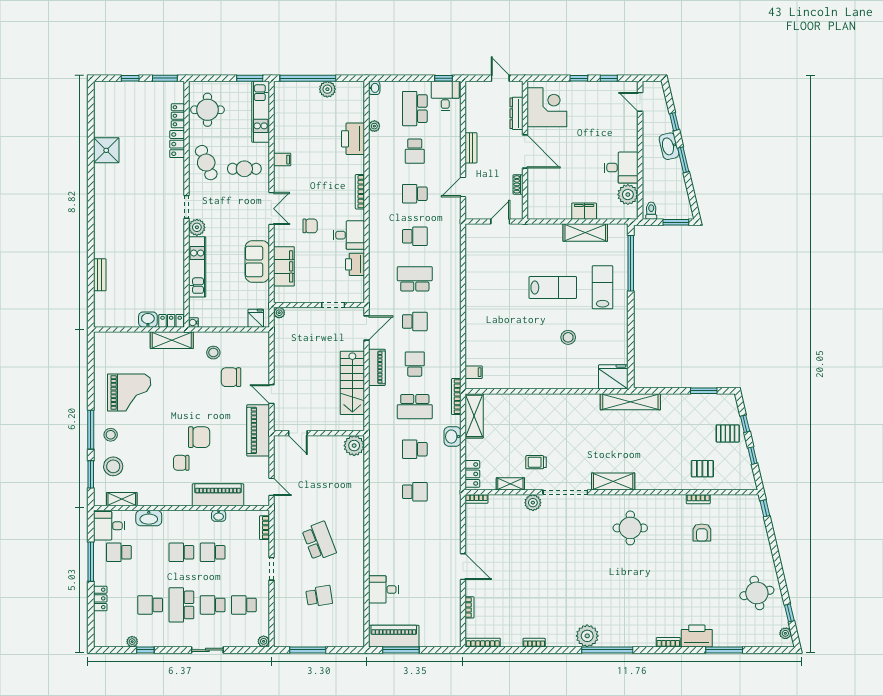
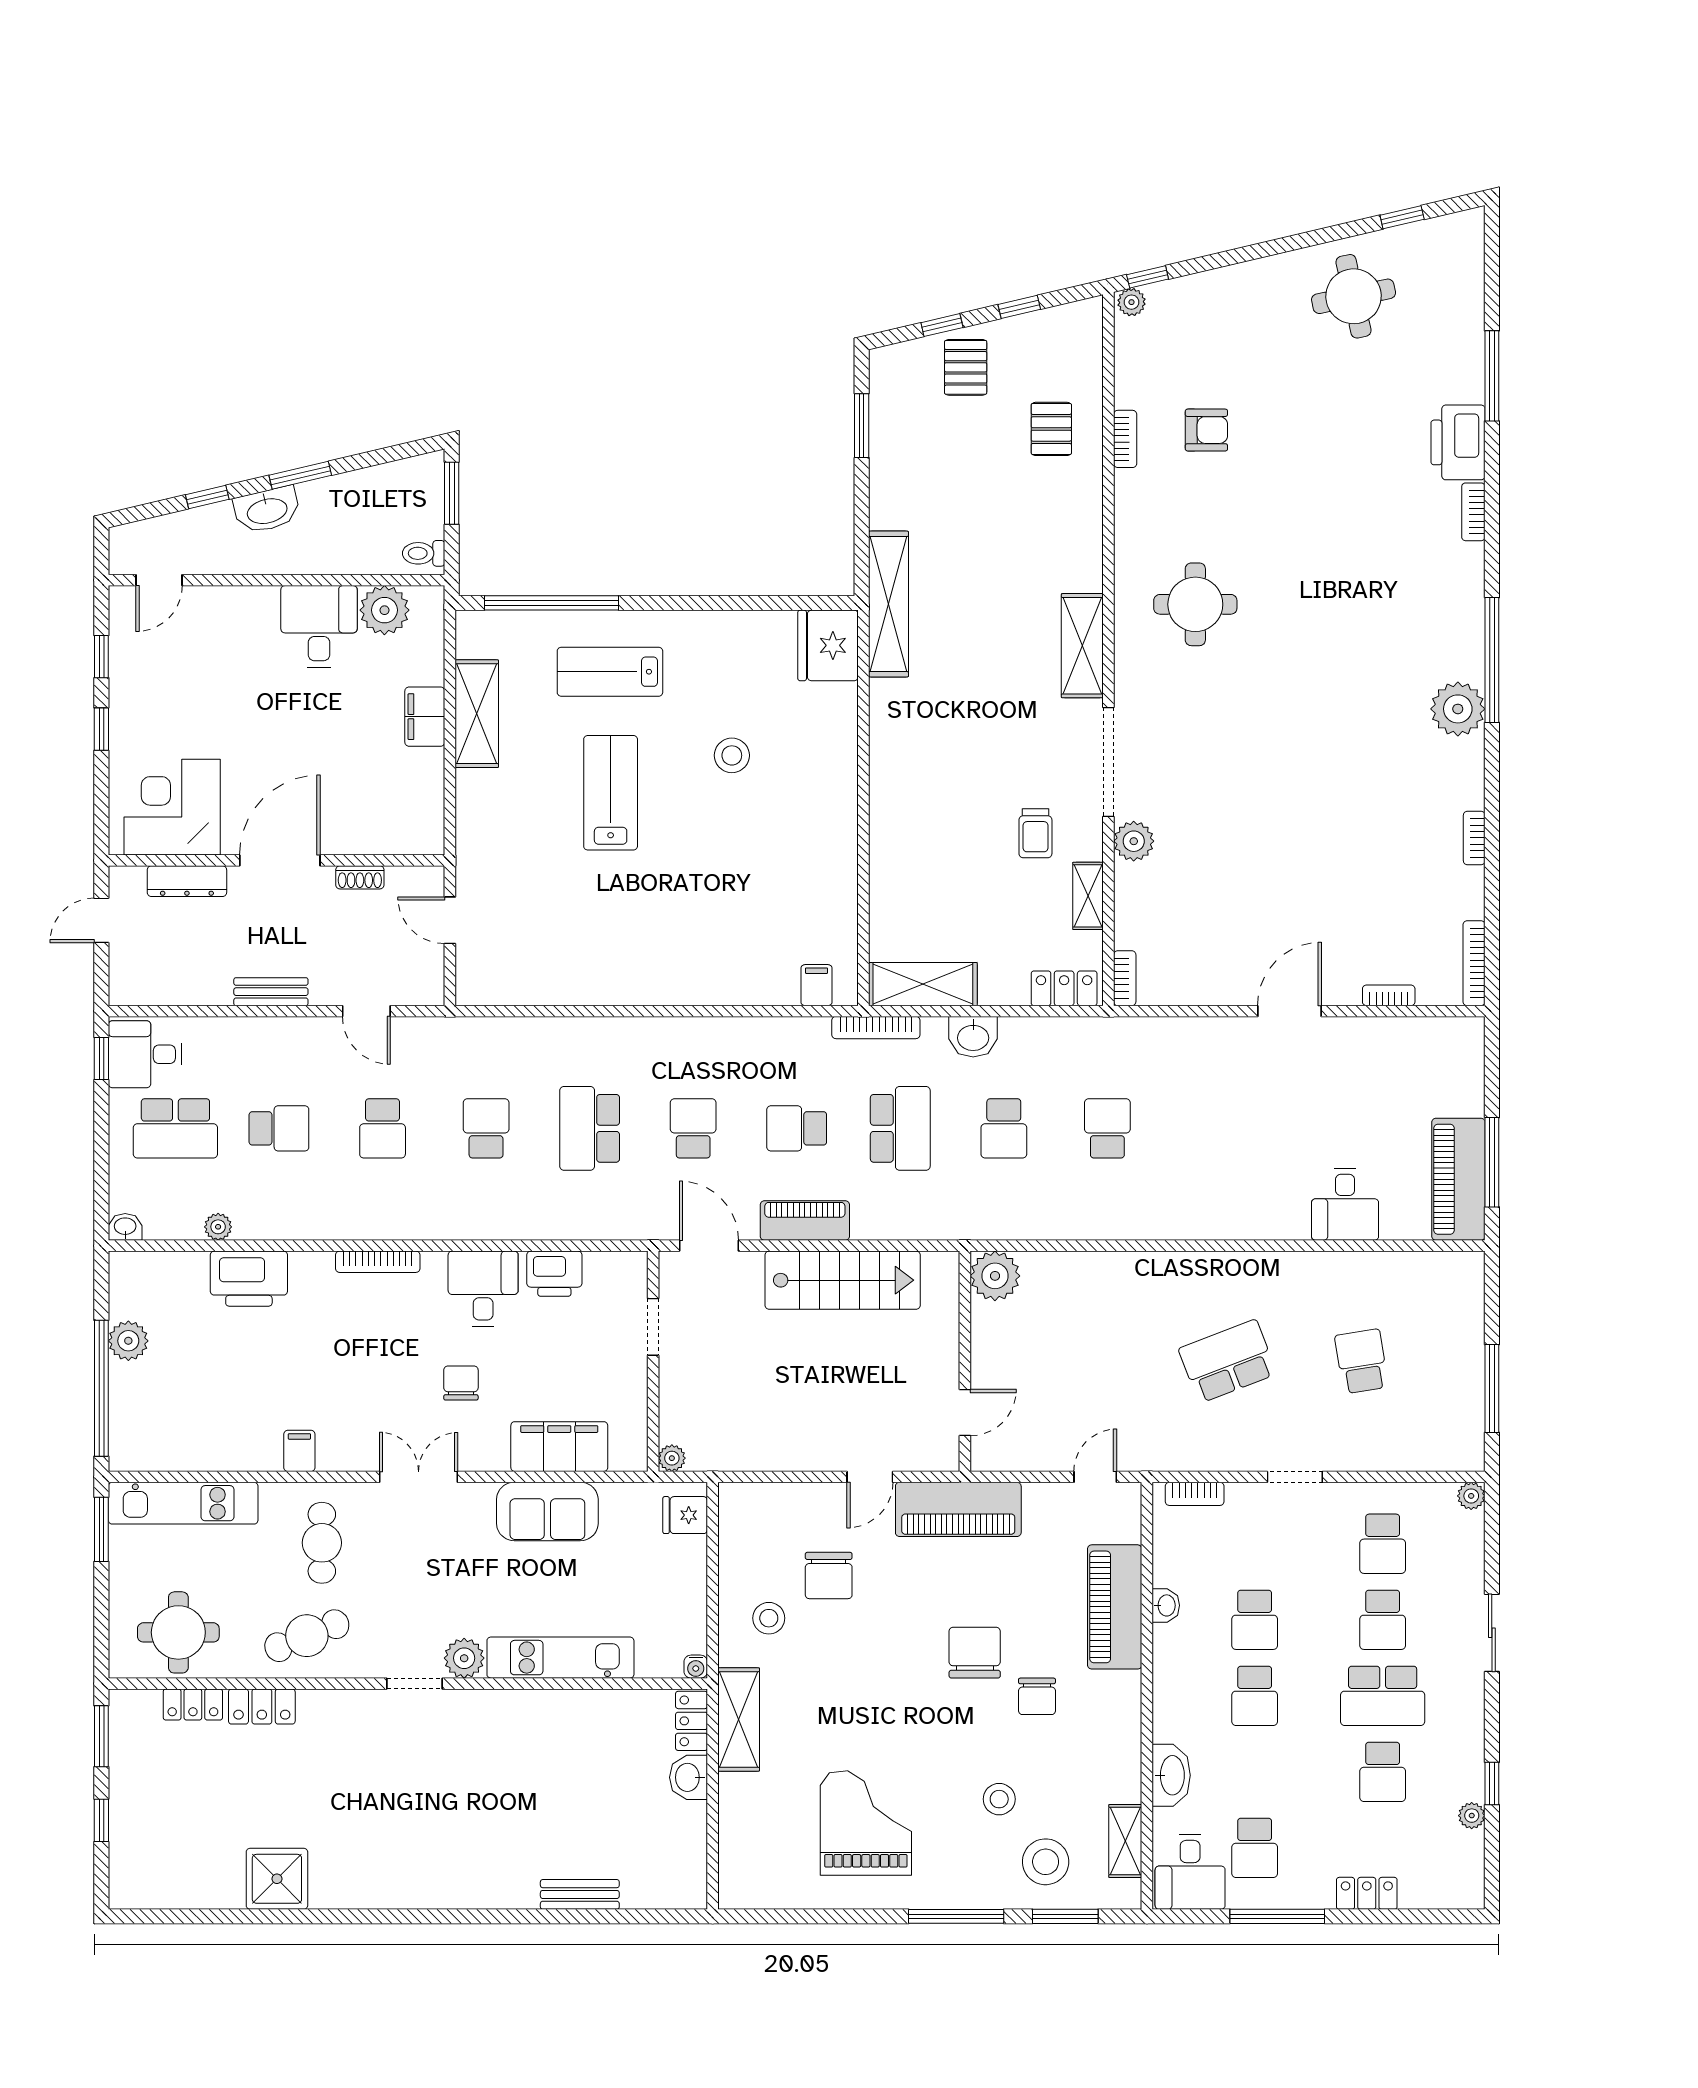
stool: (111, 435) -> (999, 1799), moved
plant: (785, 633) -> (1131, 302), moved

